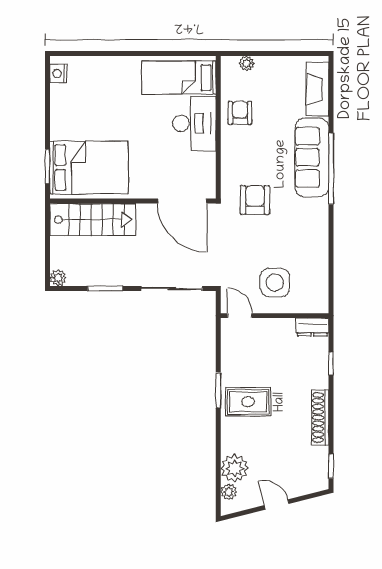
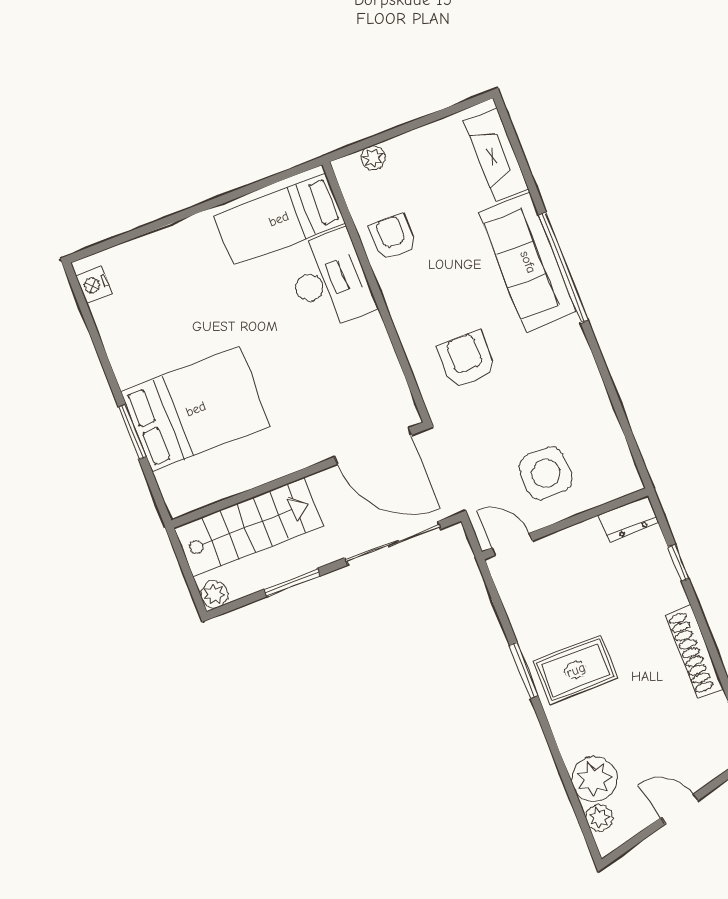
wall: (133, 201) -> (298, 475), moved
door: (182, 201) -> (373, 446), moved
stairs: (93, 220) -> (248, 527), moved

